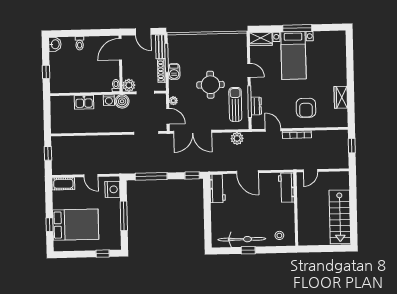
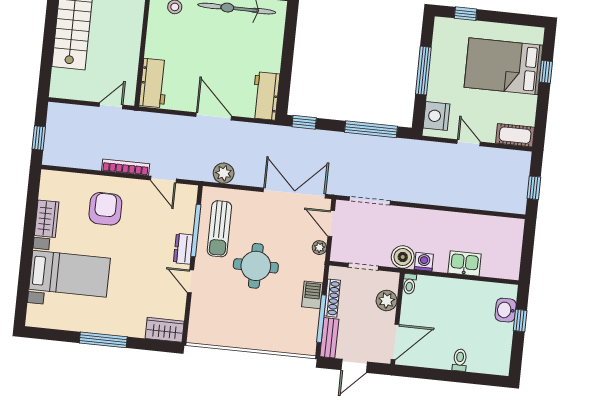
door: (143, 32) -> (354, 366), swing flipped
washbasin: (55, 44) -> (506, 310), moved
bed with nightstands: (293, 55) -> (70, 274), moved, turned 90
plant: (129, 85) -> (387, 300), moved
dresser: (256, 106) -> (183, 249), moved

